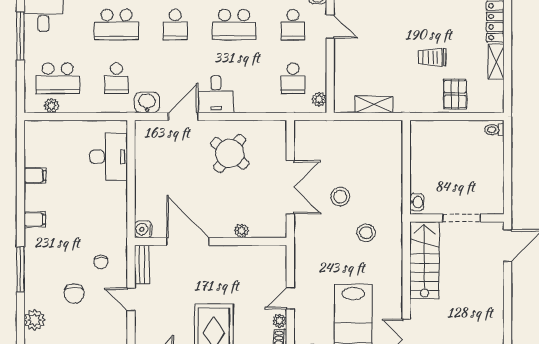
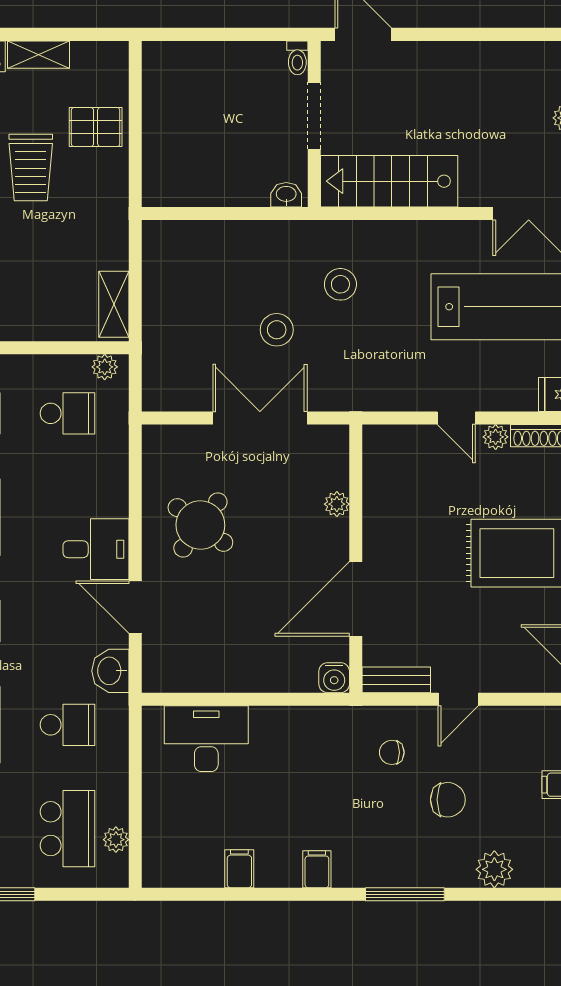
trolley: (432, 57) -> (31, 167), width x1.36, depth x1.39
shelving: (374, 104) -> (114, 304), moved
toilet: (494, 130) -> (297, 58), moved
chair: (101, 262) -> (392, 752), turned 180

